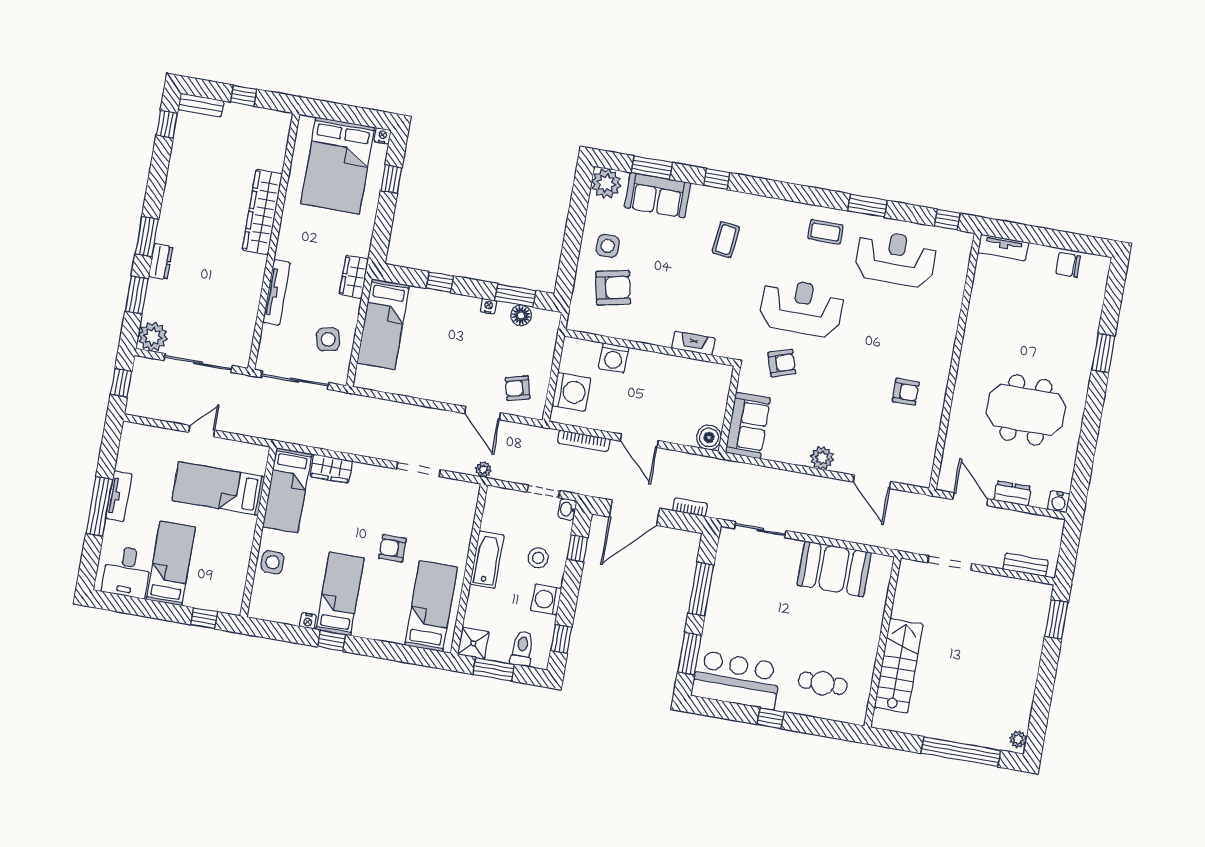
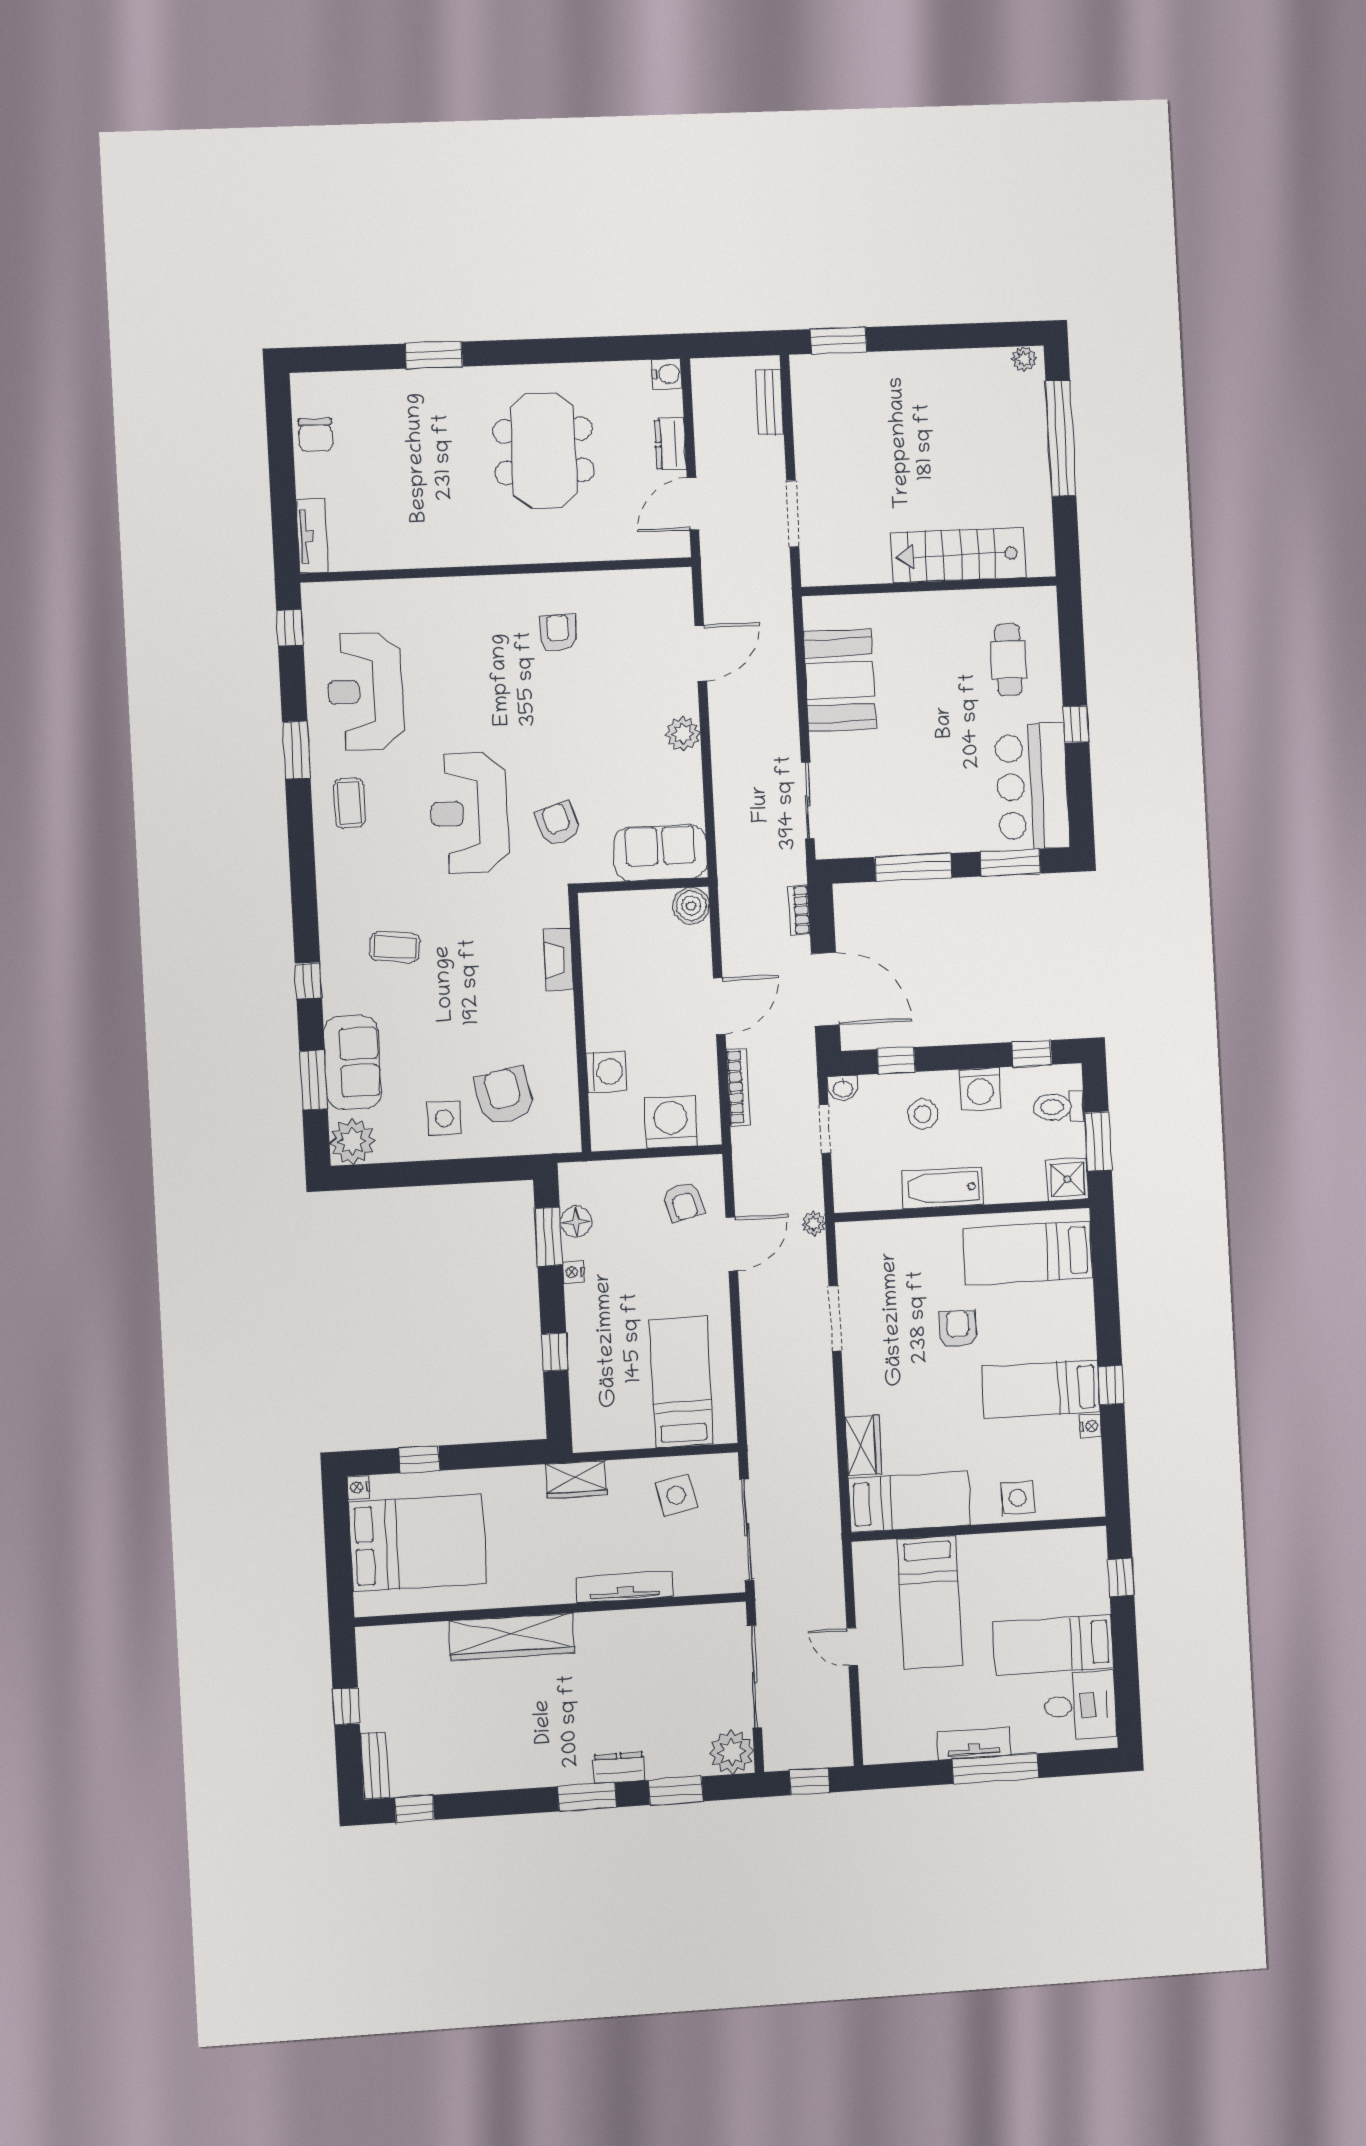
bed: (383, 324) -> (681, 1382), moved, turned -90
armchair: (393, 548) -> (958, 1329), turned 180

